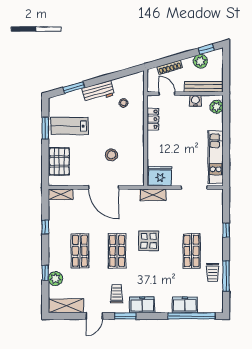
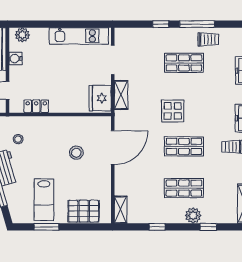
door: (104, 187) -> (113, 148), moved
shelving: (153, 195) -> (121, 95), moved
window: (226, 276) -> (197, 24), moved
plant: (55, 279) -> (193, 216), moved

